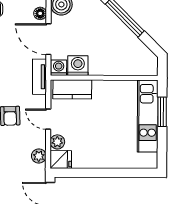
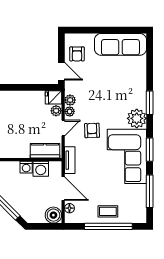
washing machine: (59, 68) -> (26, 167), moved
door: (48, 119) -> (63, 128), hinge flipped
plant: (40, 141) -> (70, 111), added

